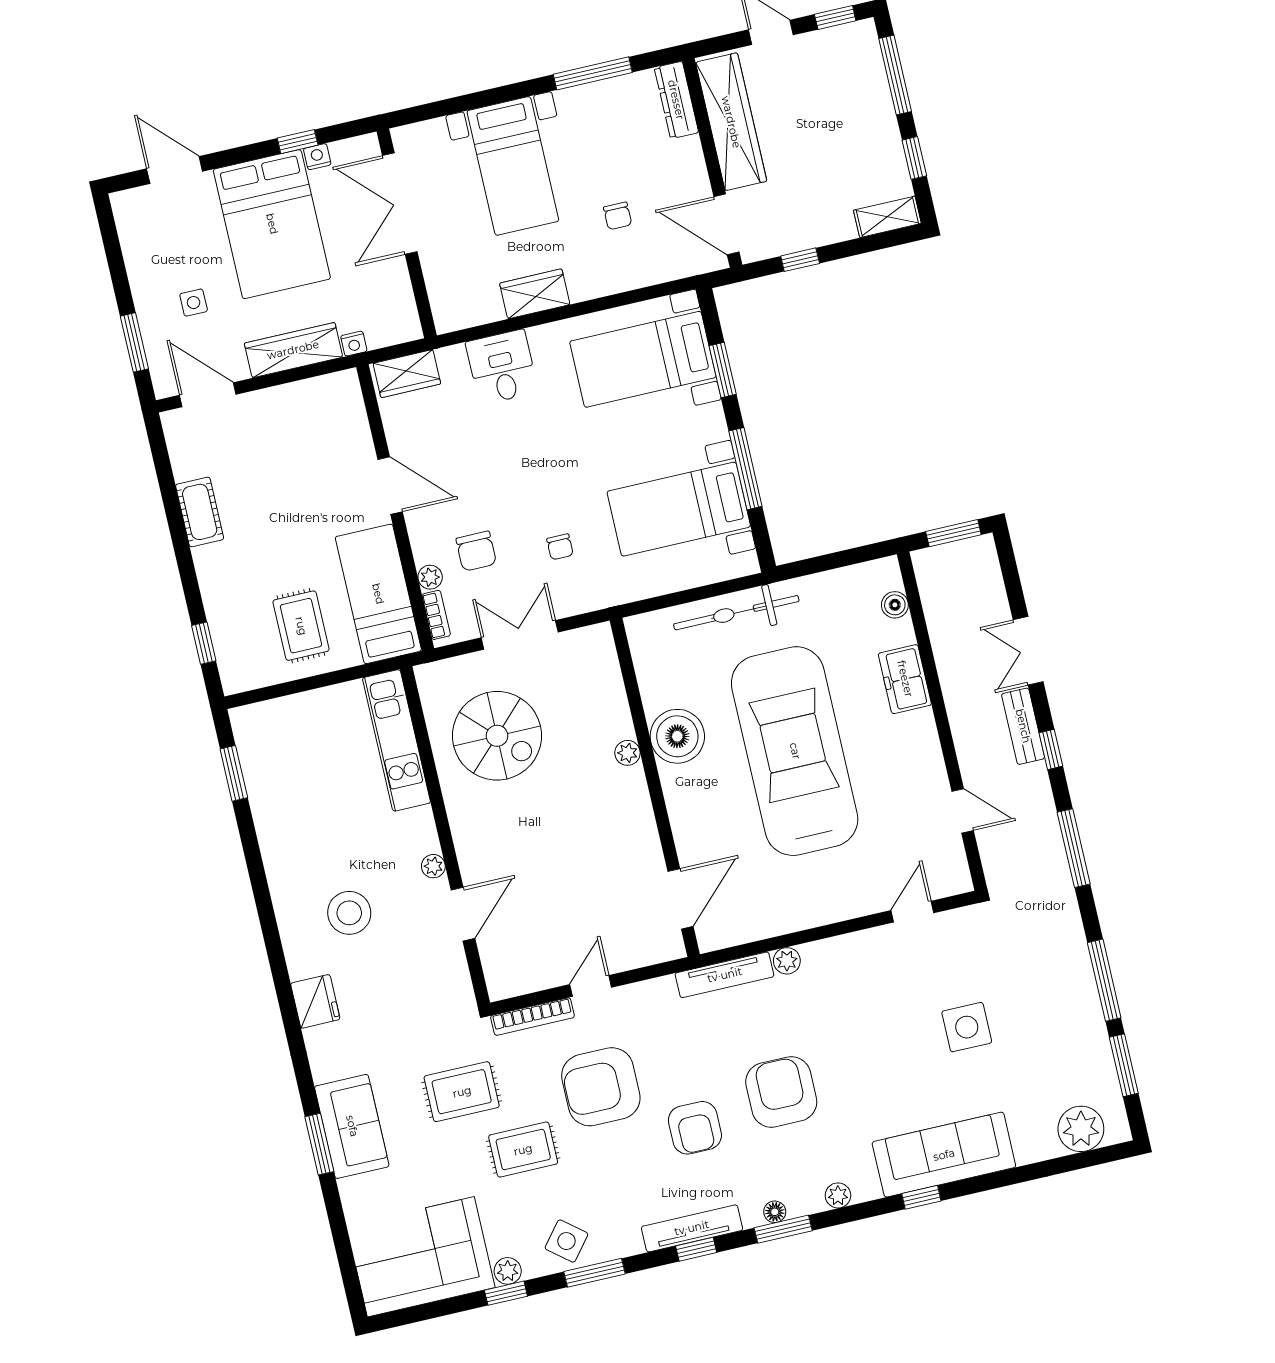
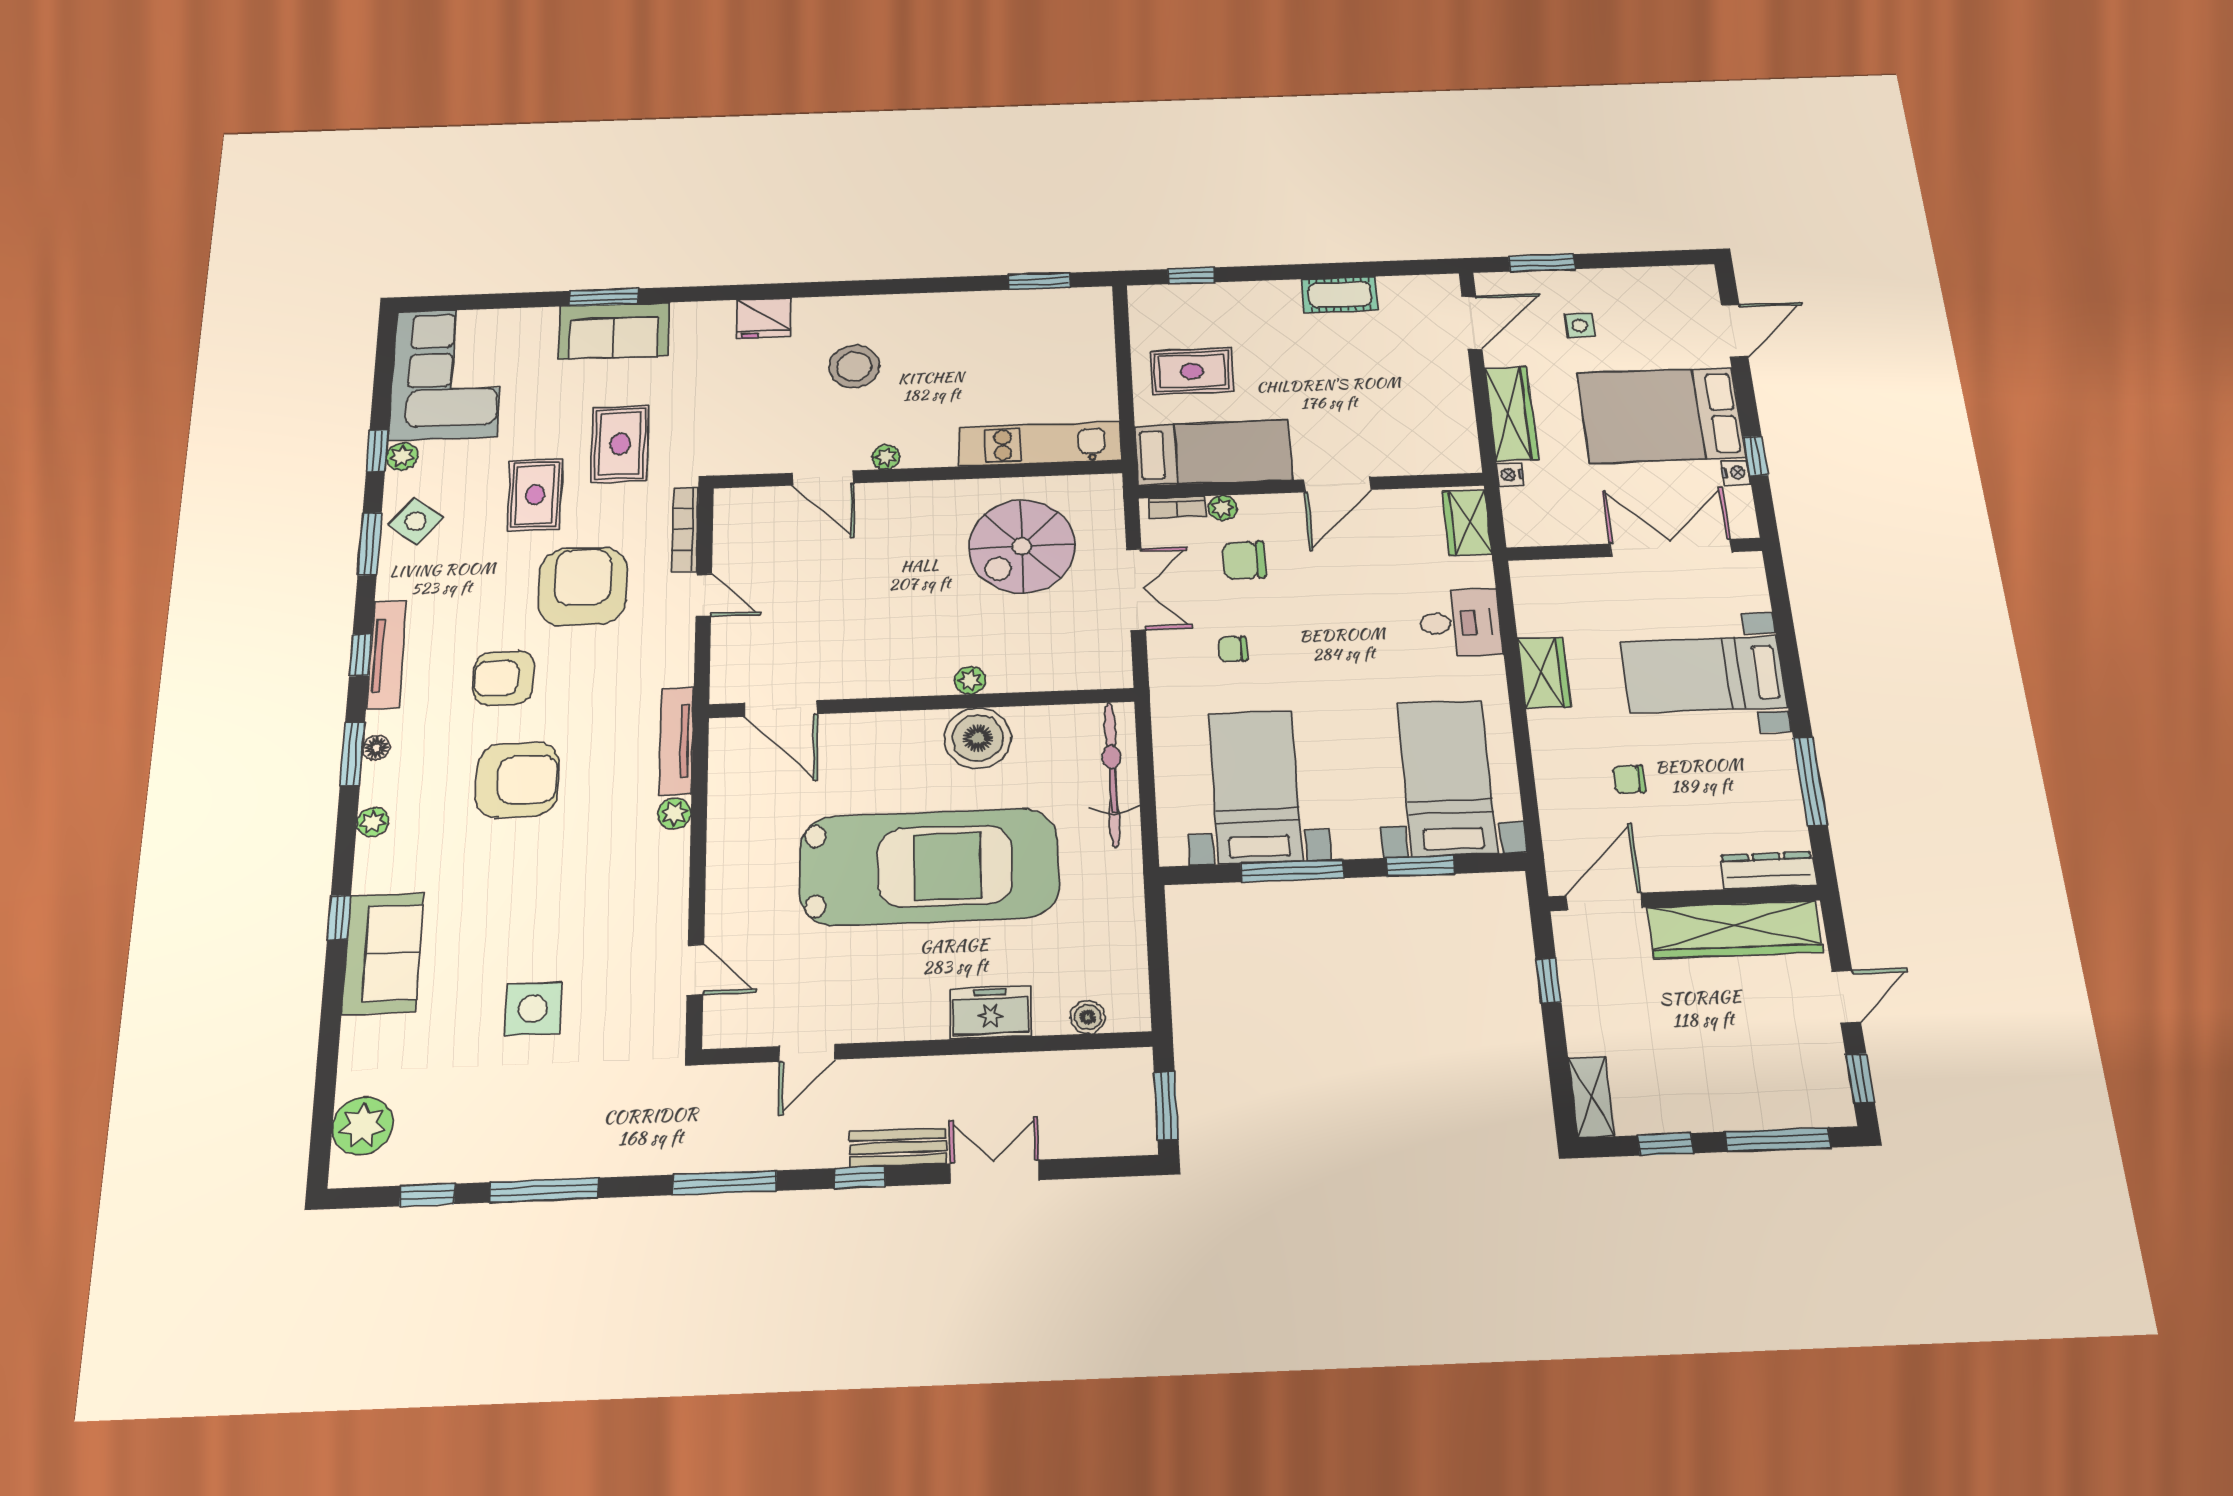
bicycle: (736, 613) -> (1112, 774), moved
window: (1124, 1065) -> (427, 1195), width x0.67
sofa: (944, 1155) -> (383, 953), width x0.73

